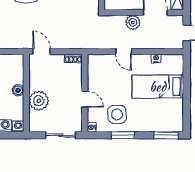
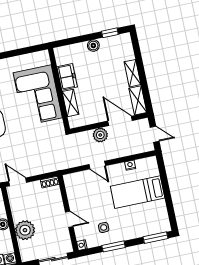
side table: (117, 114) -> (104, 227), width x0.54, depth x0.54

